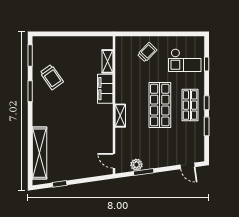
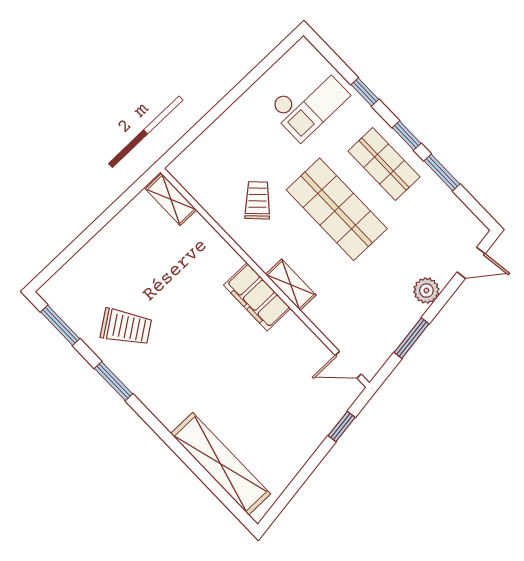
trolley: (147, 52) -> (258, 200), moved
shelving: (108, 61) -> (171, 199), moved
window: (207, 64) -> (365, 92), moved
filing cabinet: (105, 89) -> (257, 297), moved
plant: (136, 165) -> (426, 291), moved
window: (60, 184) -> (342, 426), moved

